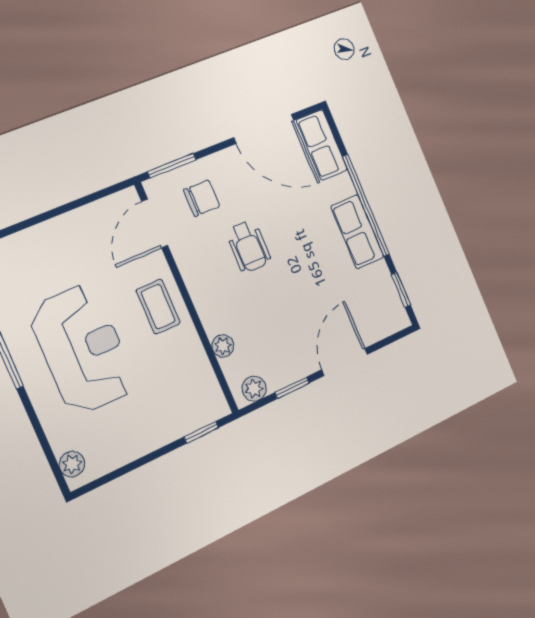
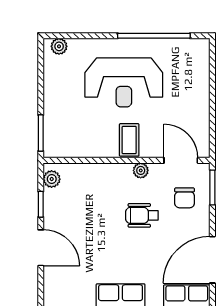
coffee table: (158, 307) -> (129, 140), turned 90
plant: (223, 346) -> (141, 170), moved
window: (201, 432) -> (41, 133), width x1.50

